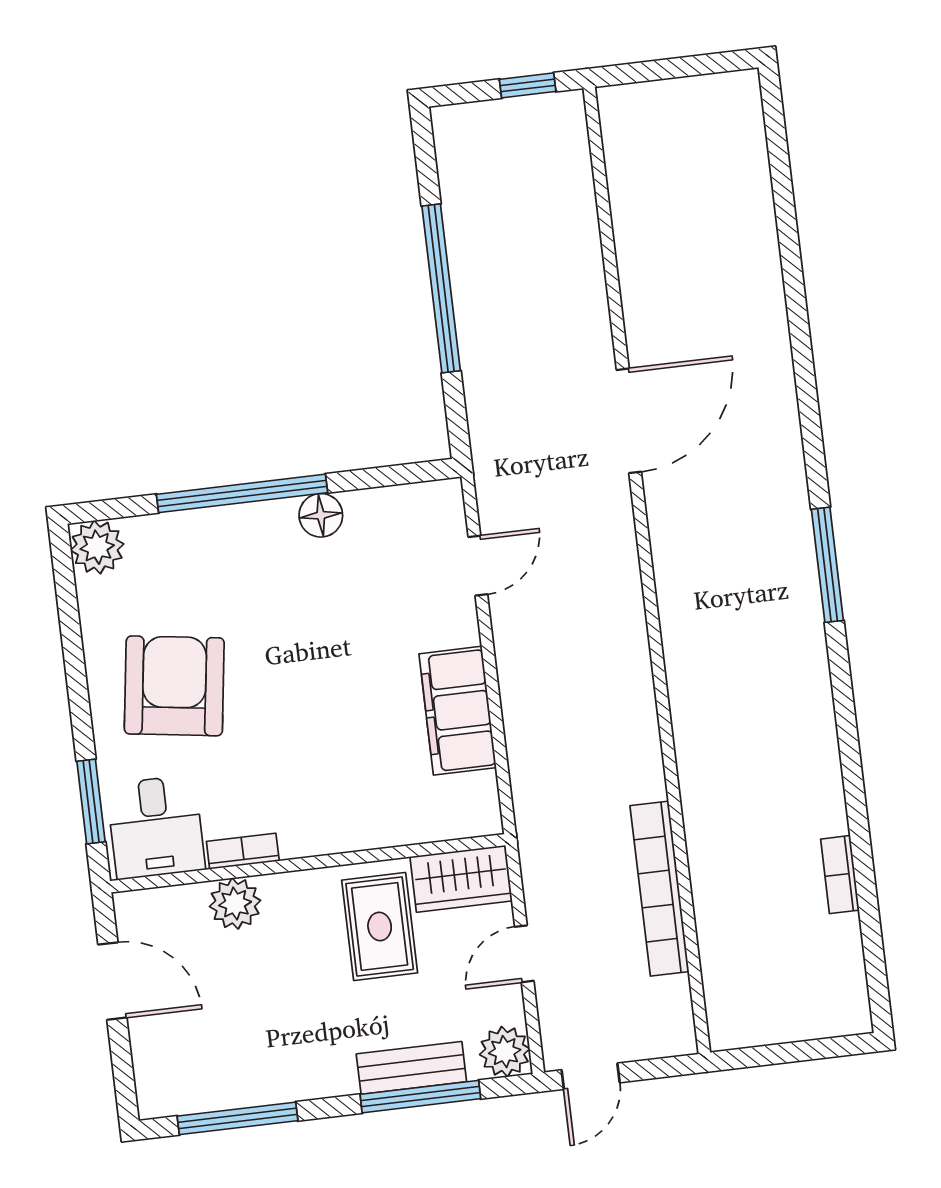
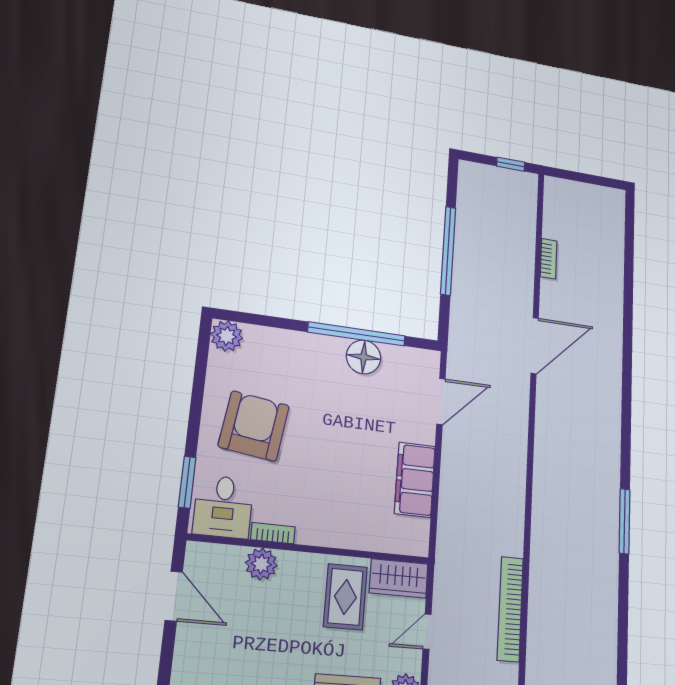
window: (242, 493) -> (357, 334), moved
floor lamp: (321, 515) -> (364, 357), width x1.38, depth x1.38
window: (827, 565) -> (625, 521), moved
door: (478, 566) -> (441, 402), width x1.38
bookcase: (840, 875) -> (549, 259), moved, turned 180

